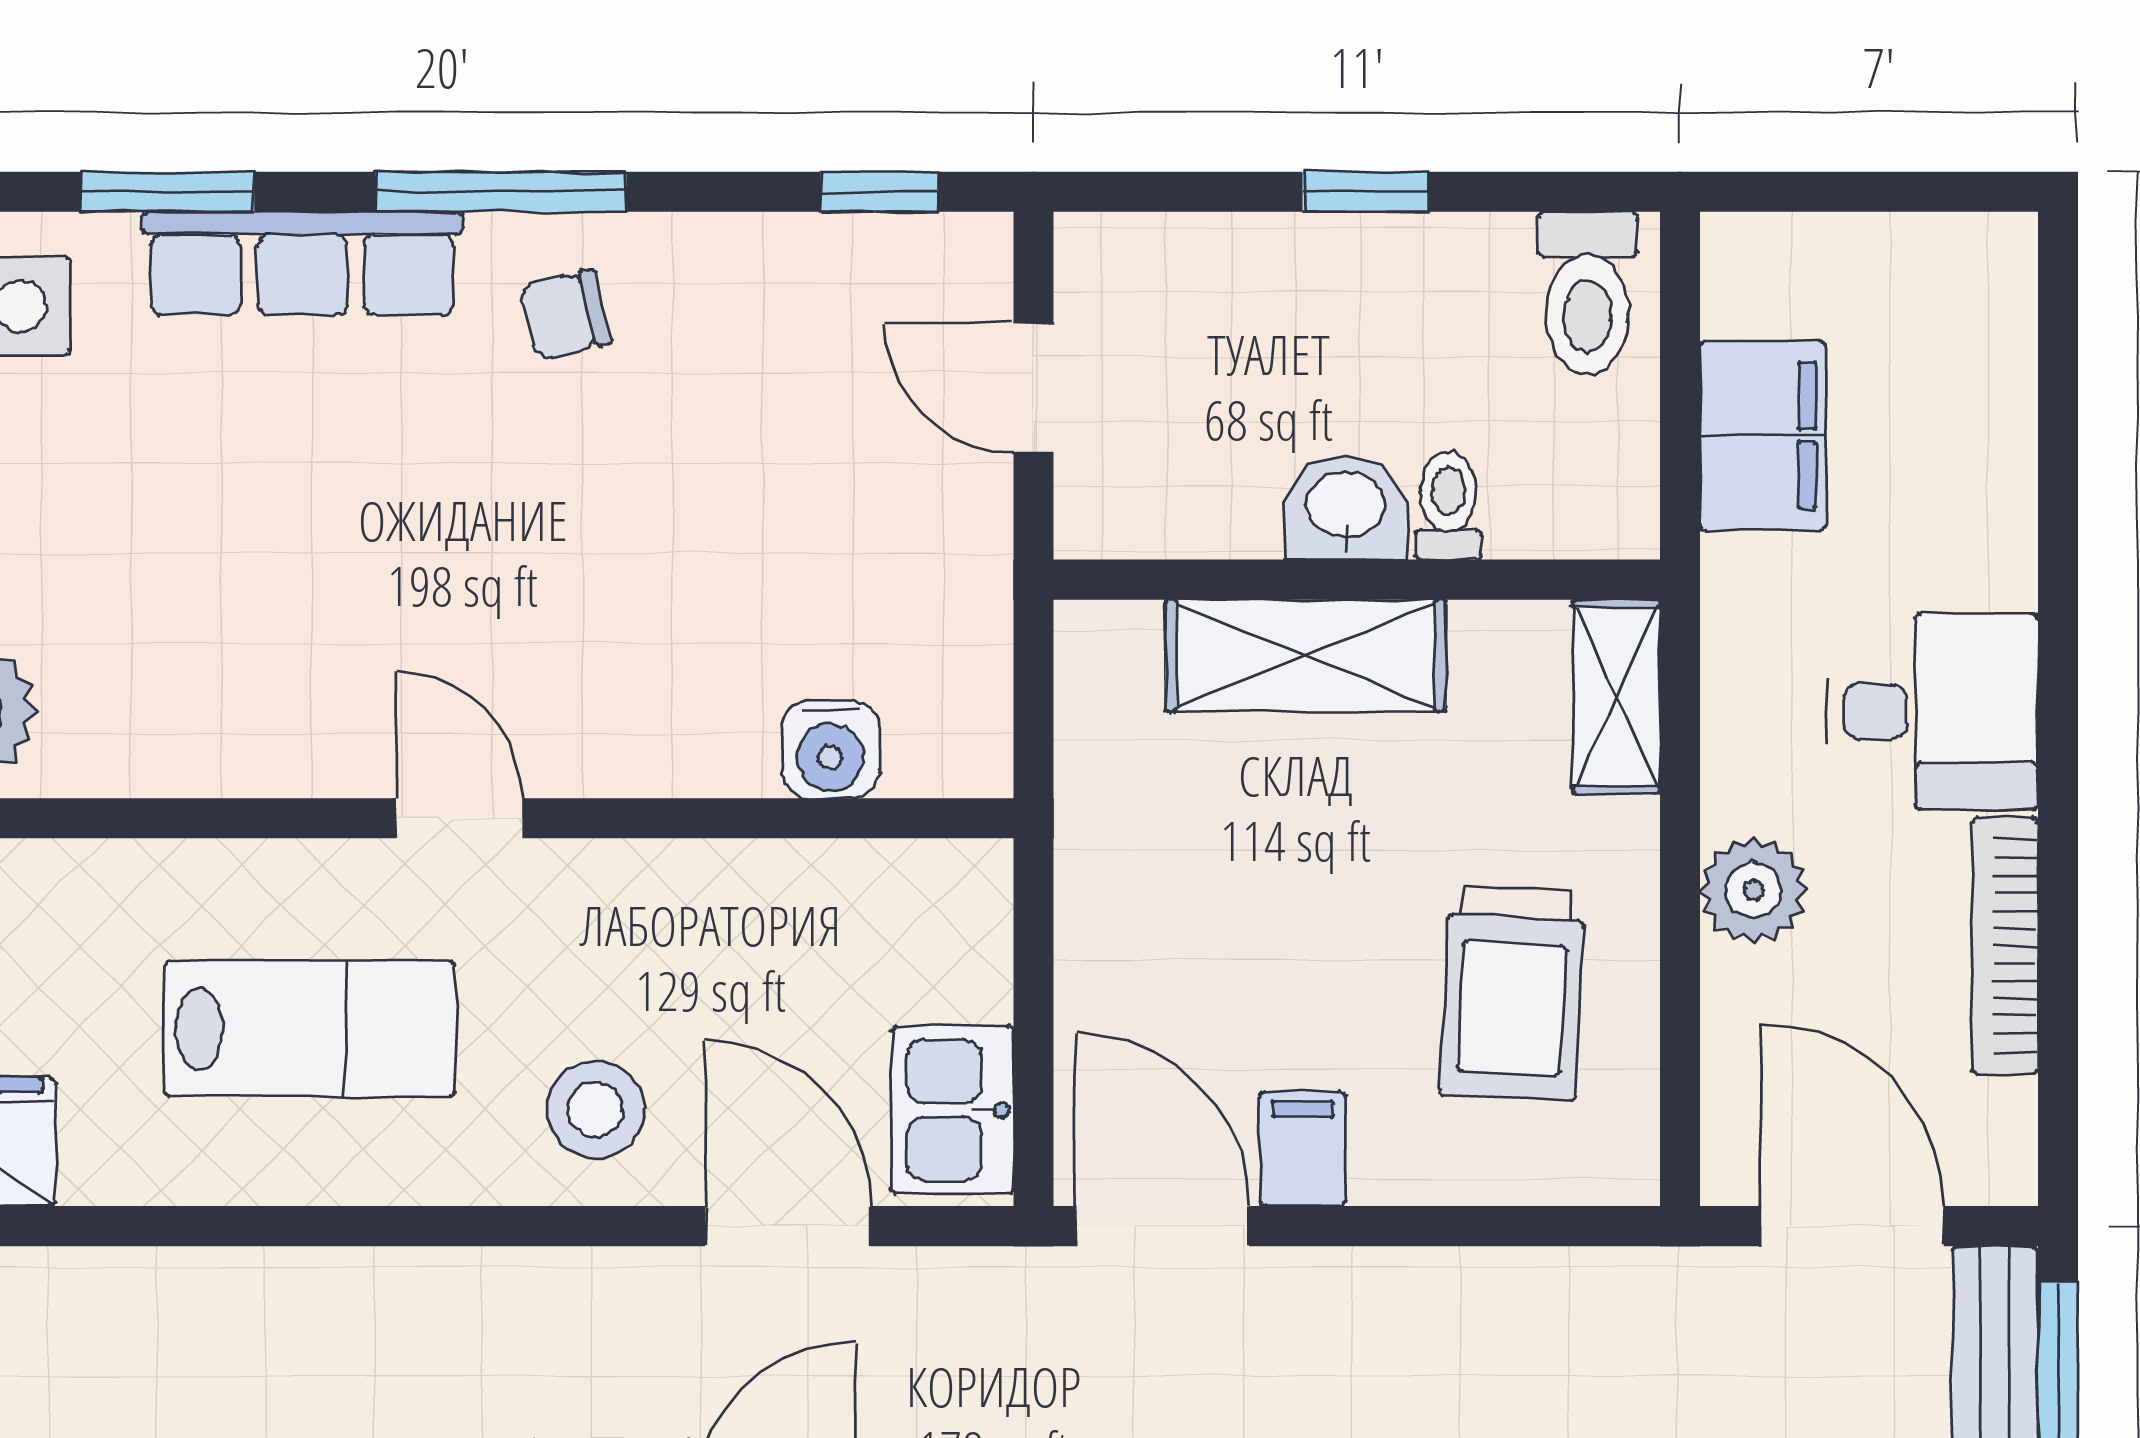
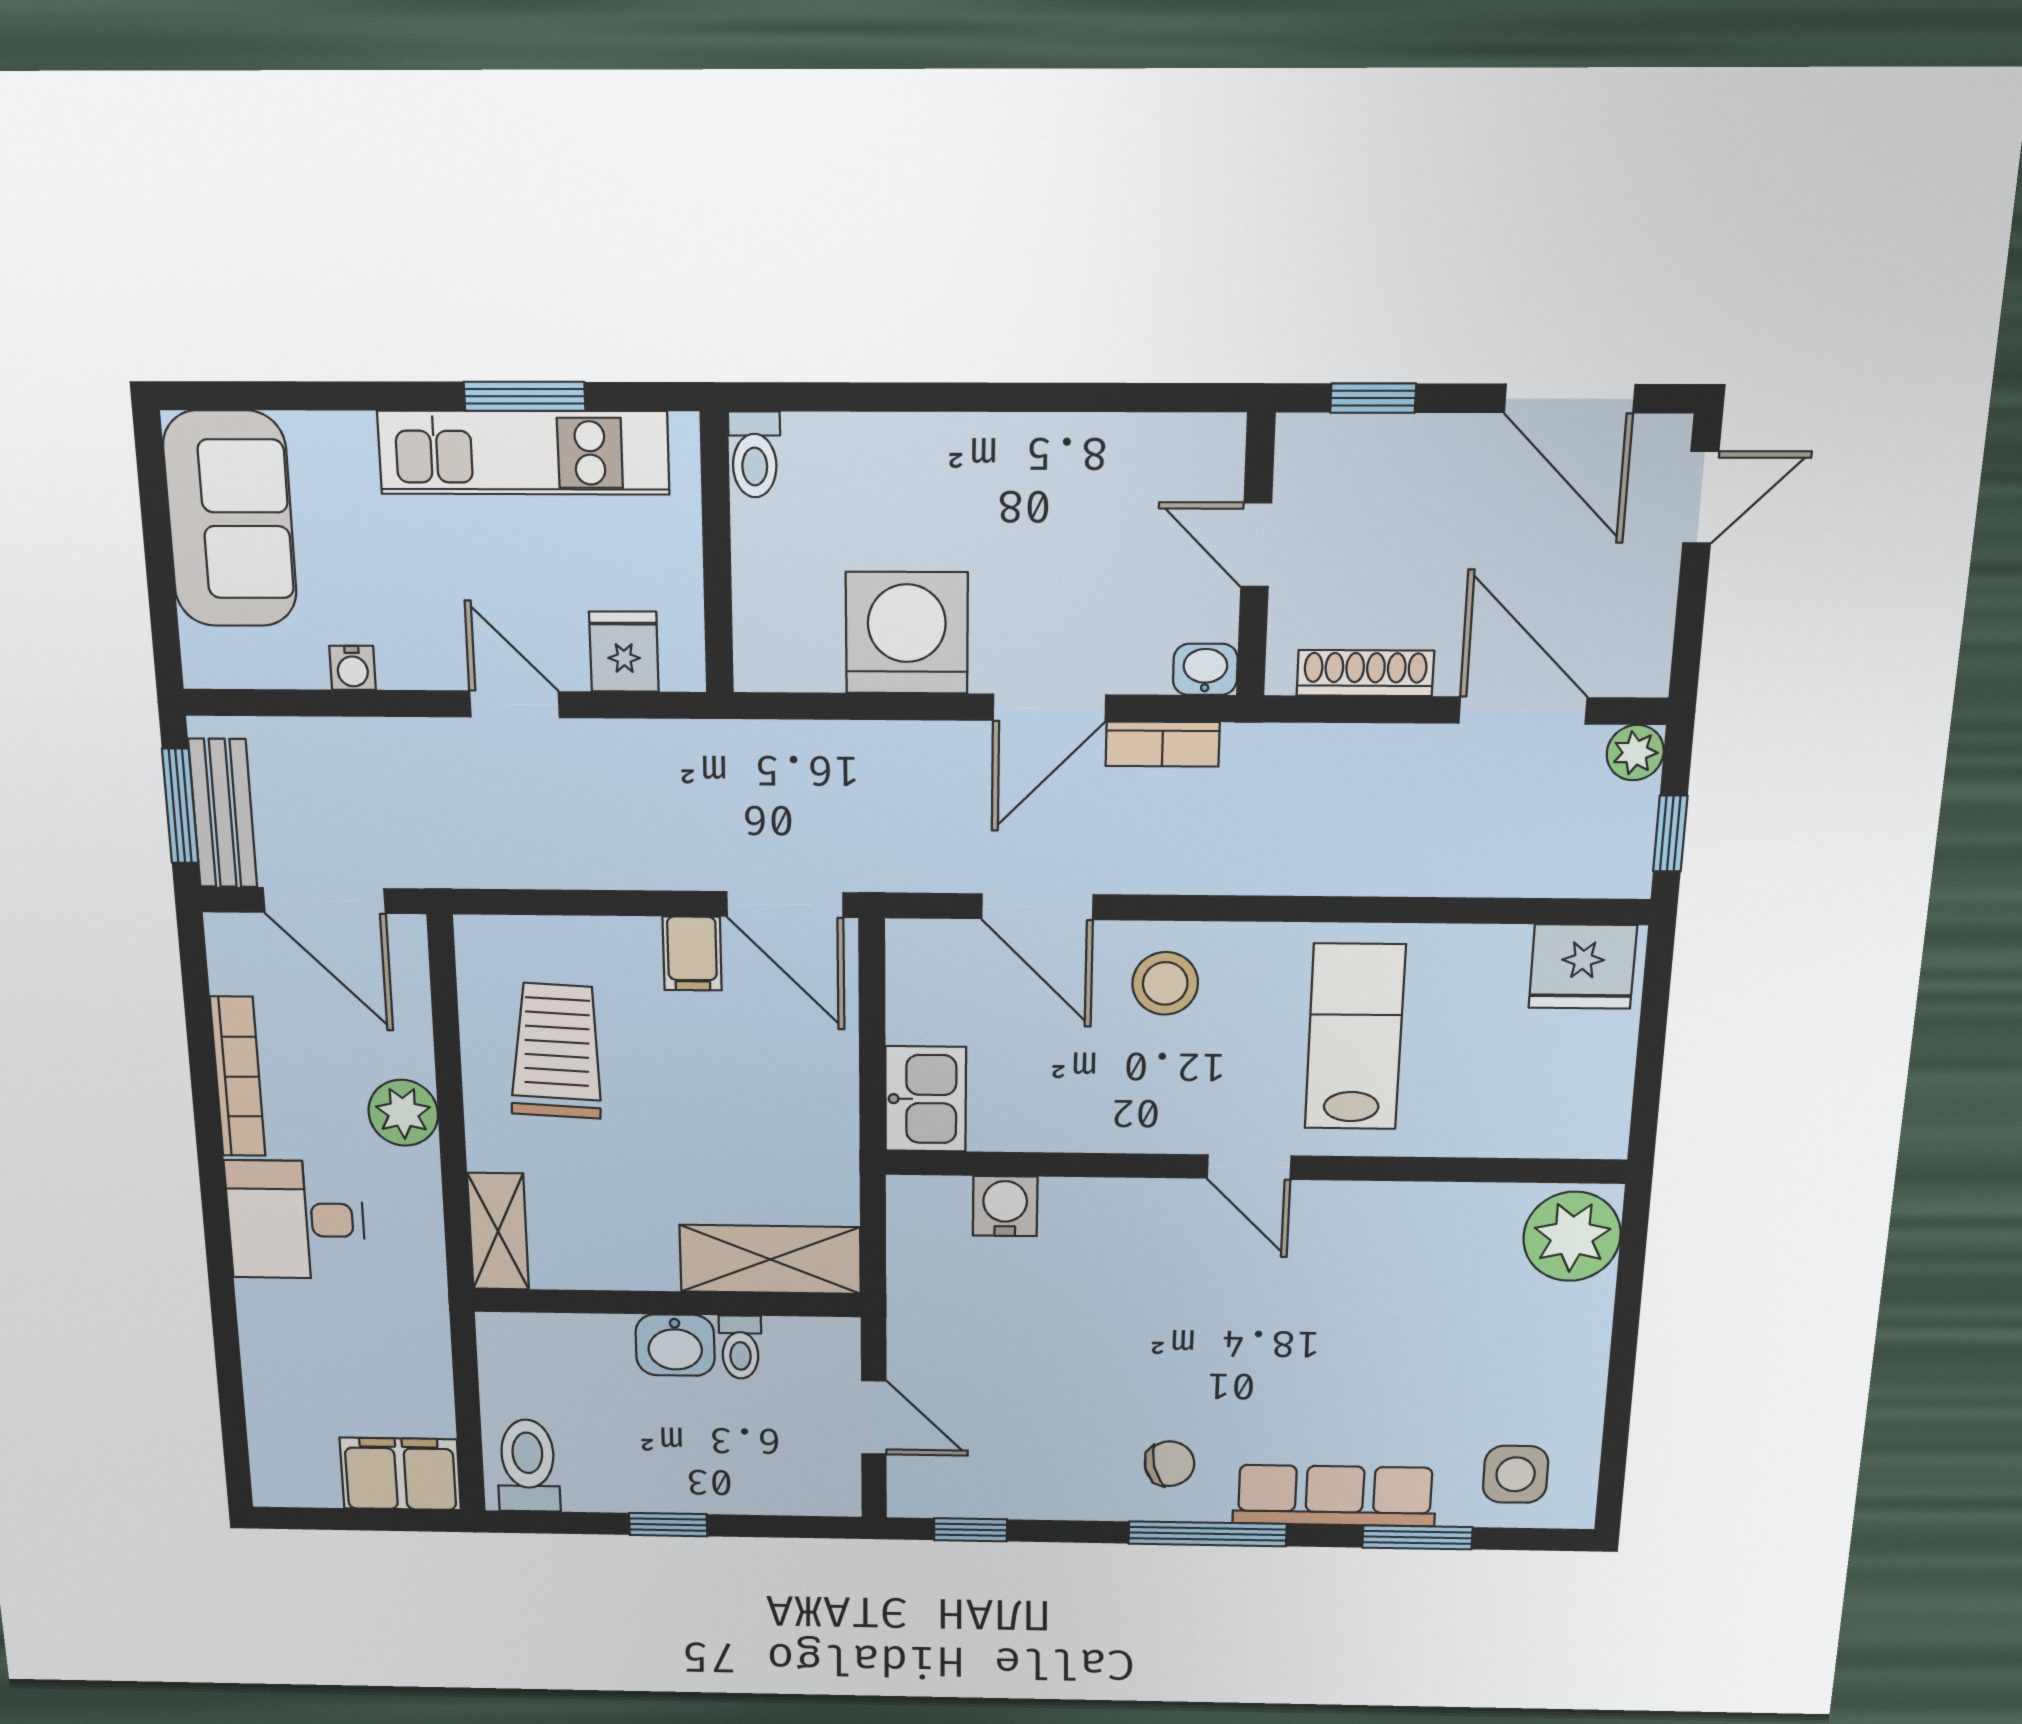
filing cabinet: (1763, 436) -> (400, 1474), moved, turned 90
toilet: (1448, 506) -> (740, 1347), moved
shelving: (1306, 656) -> (770, 1259), moved
lab bench: (310, 1029) -> (1355, 1037), turned 90
kitchen sink: (953, 1110) -> (926, 1099), moved

